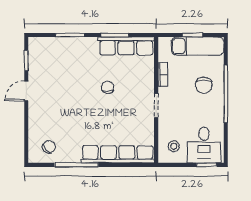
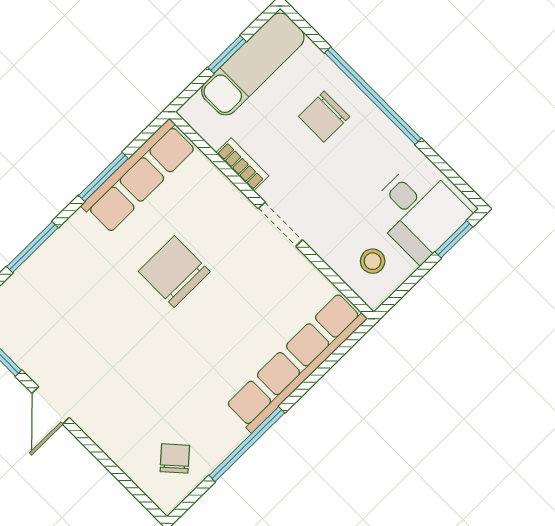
chair: (204, 85) -> (324, 117), turned 90
chair: (108, 87) -> (174, 272), width x1.87, depth x1.87

